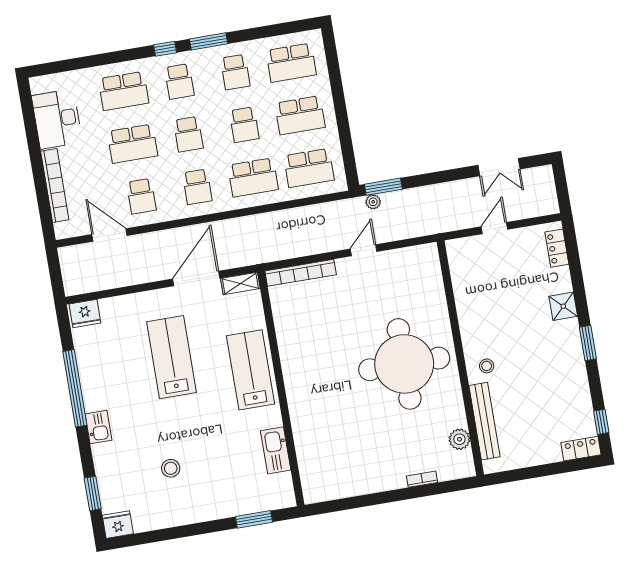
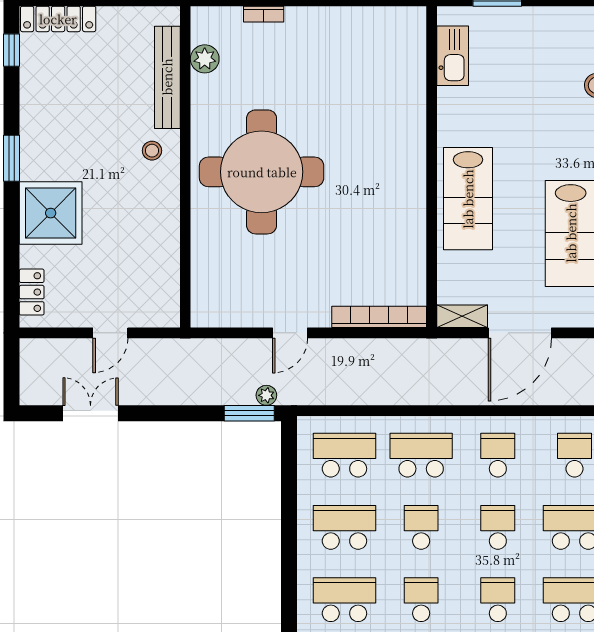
shower: (563, 306) -> (51, 213), width x1.86, depth x1.86
locker: (581, 449) -> (58, 19), width x1.53
kitchen sink: (276, 450) -> (453, 56), moved

